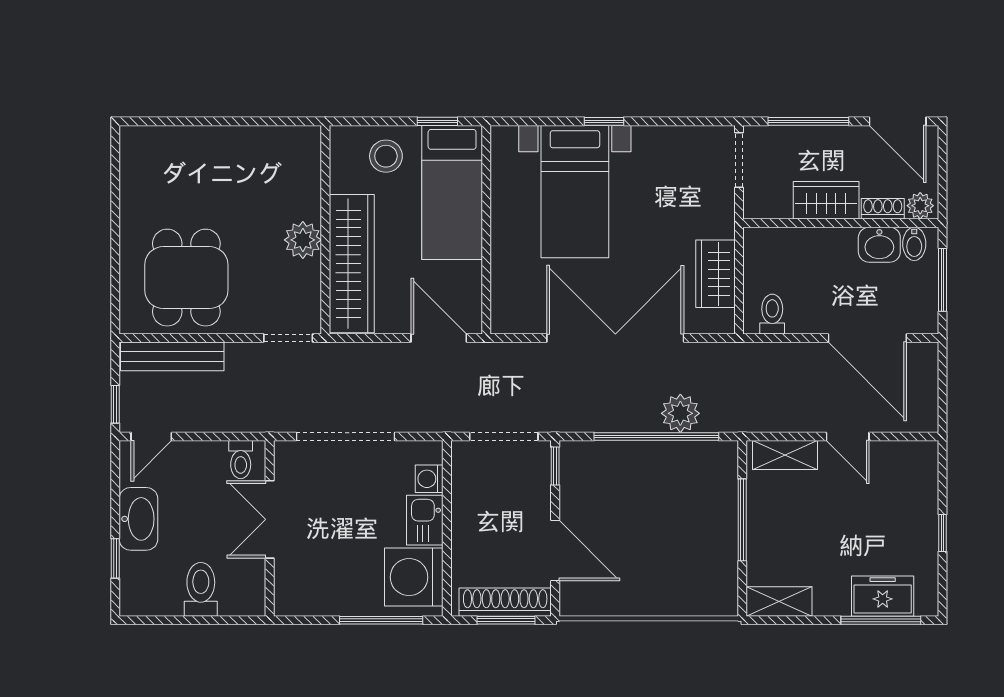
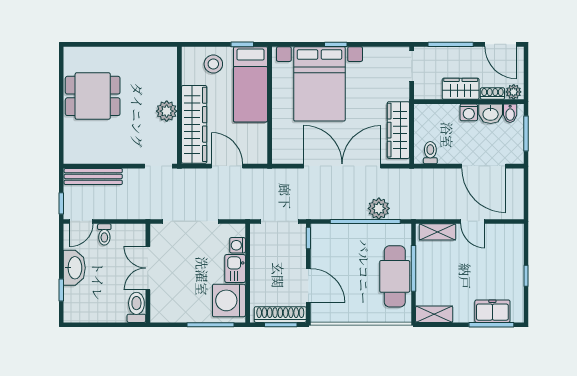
bed with nightstands: (575, 192) -> (319, 84), width x1.36
washing machine: (841, 242) -> (469, 112), added
wardrobe: (715, 274) -> (398, 130), width x1.50
dining table: (186, 278) -> (93, 96), moved, turned 90
door: (439, 338) -> (227, 166), moved
toilet: (241, 460) -> (104, 234), moved
cafe table: (709, 534) -> (395, 276), added
toilet: (201, 589) -> (136, 307), moved

